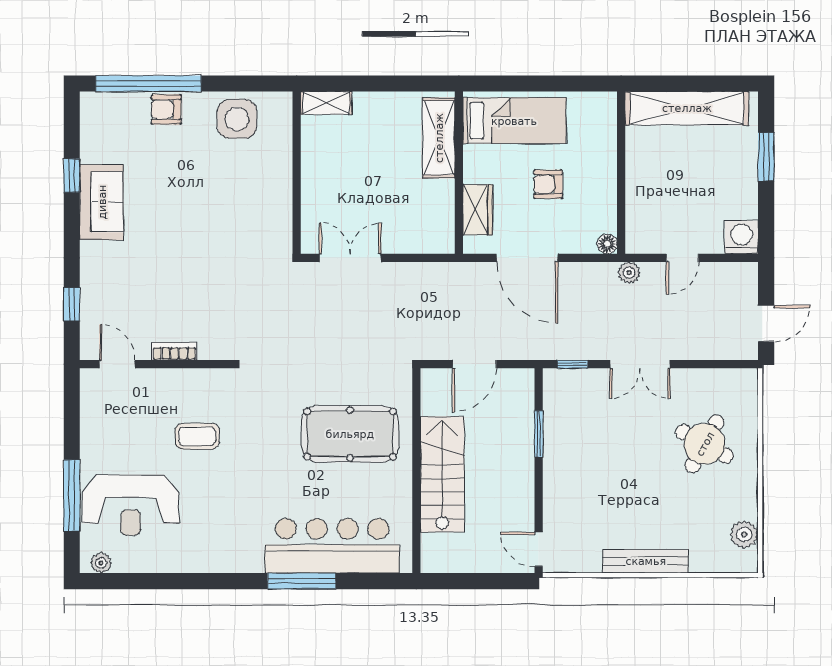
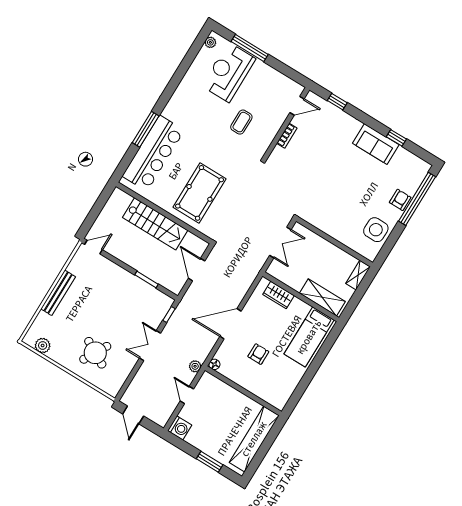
bed: (514, 121) -> (309, 337), moved
shelving: (439, 138) -> (322, 297), moved
wall: (459, 173) -> (301, 297), moved
wardrobe: (478, 210) -> (278, 295), moved

